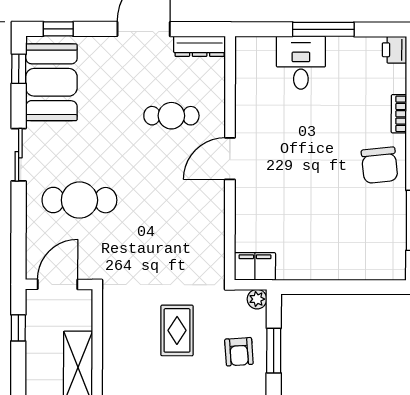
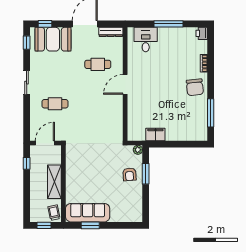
desk: (301, 63) -> (146, 40), moved
booth: (51, 82) -> (53, 39), moved, turned 90
cafe table: (79, 200) -> (55, 104), width x0.73, depth x0.74
filing cabinet: (255, 266) -> (155, 134), moved
rug: (177, 330) -> (101, 164), removed

